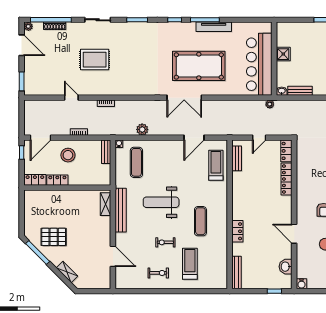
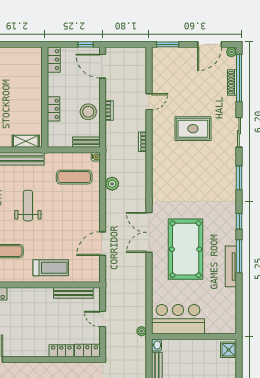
shower: (283, 54) -> (228, 350), moved
rug: (95, 60) -> (193, 129), turned 90
bar counter: (259, 64) -> (178, 319), width x0.73
door: (194, 138) -> (103, 244), hinge flipped
stool: (68, 155) -> (88, 112), moved
bench: (237, 158) -> (73, 293), width x1.36
treadmill: (216, 165) -> (51, 268), moved
locker: (287, 179) -> (61, 351), width x0.66
locker: (57, 180) -> (54, 109), moved
weight bench: (161, 202) -> (28, 206), width x0.73, depth x0.75

